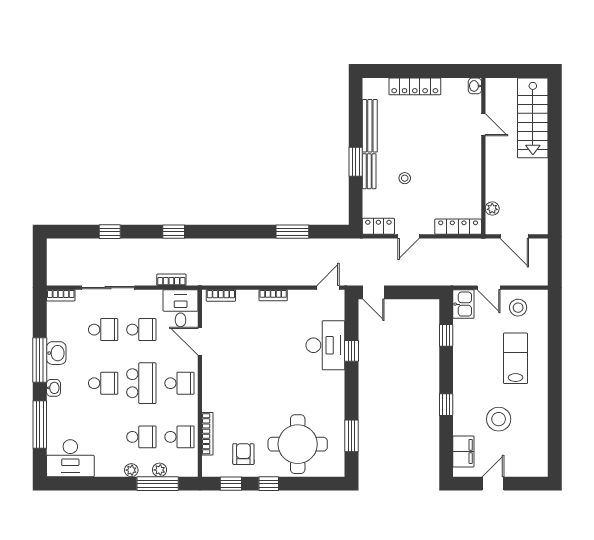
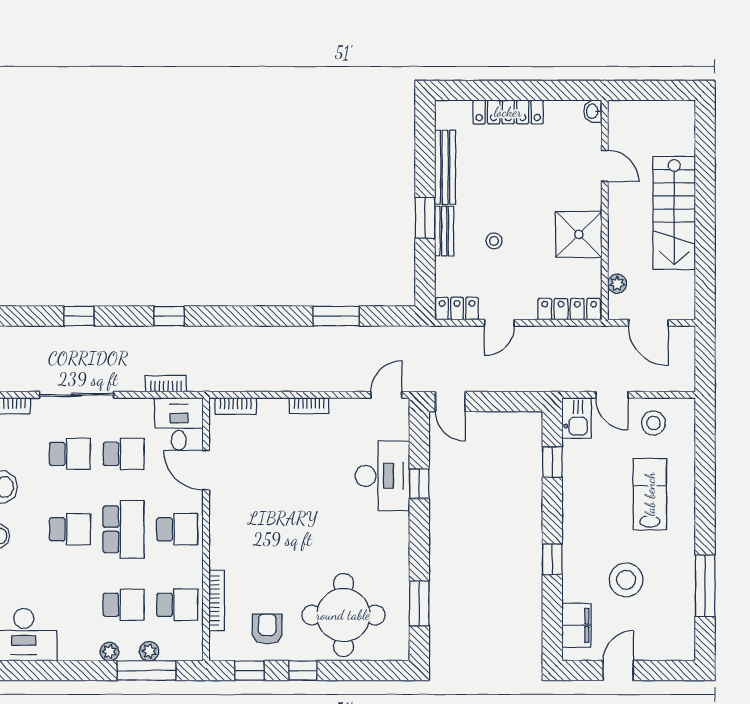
stairs: (533, 118) -> (674, 213), moved
shower: (465, 174) -> (579, 234), added
window: (555, 423) -> (705, 586), added

